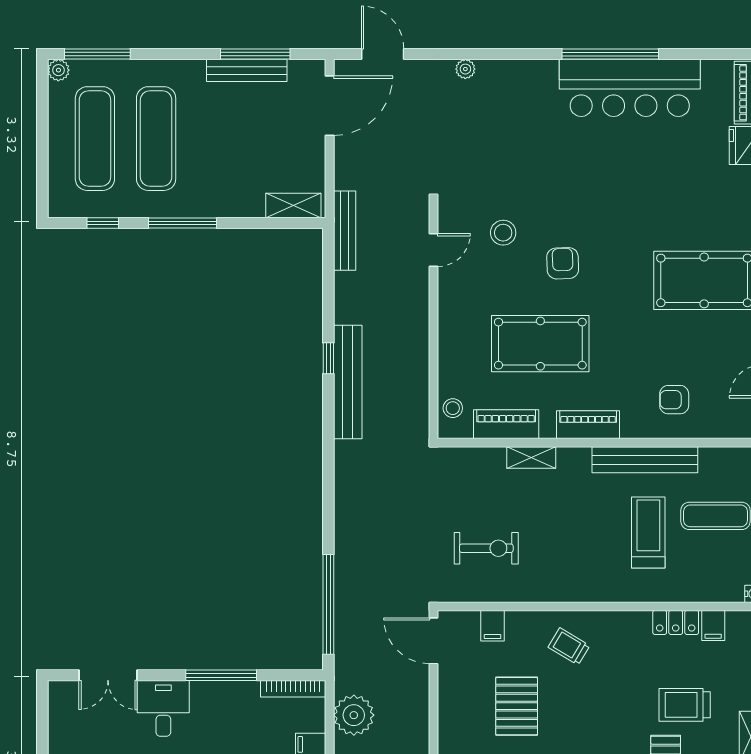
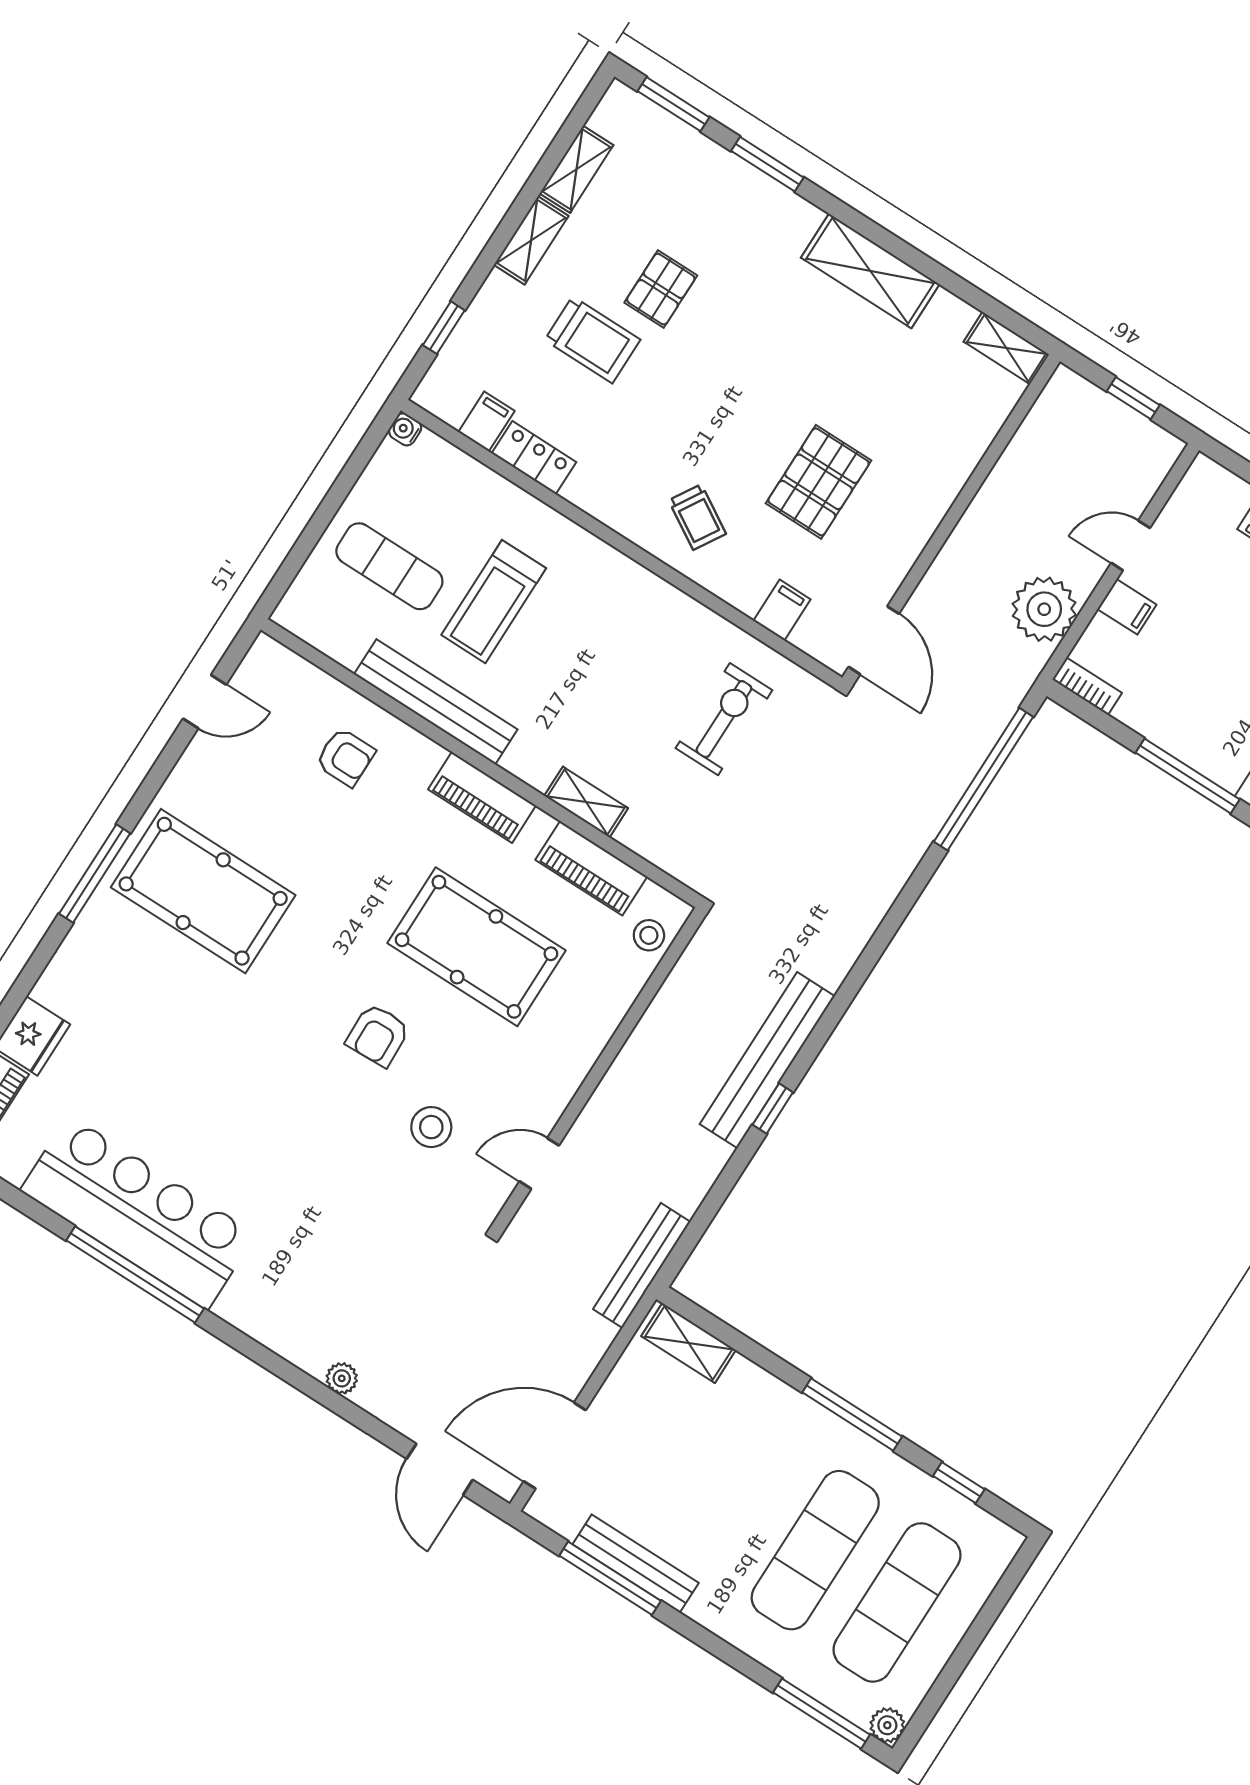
exercise bike: (486, 548) -> (724, 719), turned 90
bookcase: (293, 689) -> (1087, 686), width x0.64

